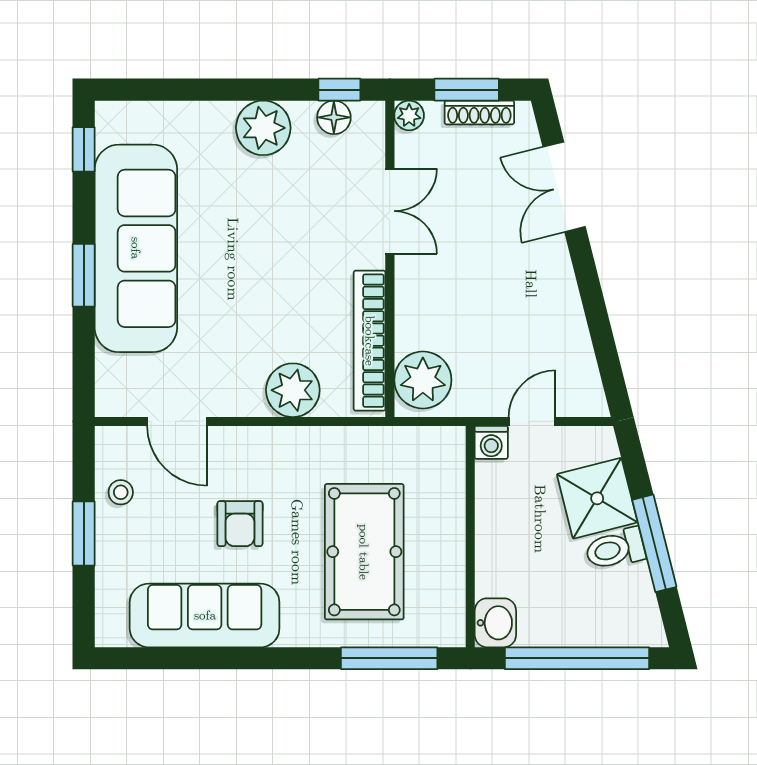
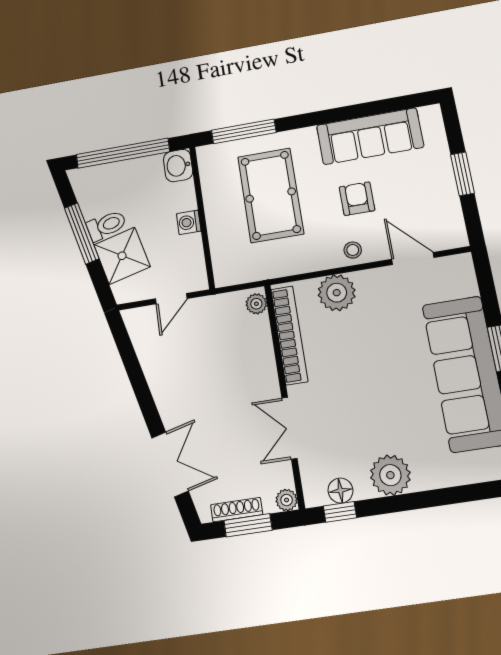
plant: (423, 380) -> (256, 304), width x0.53, depth x0.53
washing machine: (491, 442) -> (189, 222), moved, turned -90
stool: (121, 492) -> (353, 250), moved

